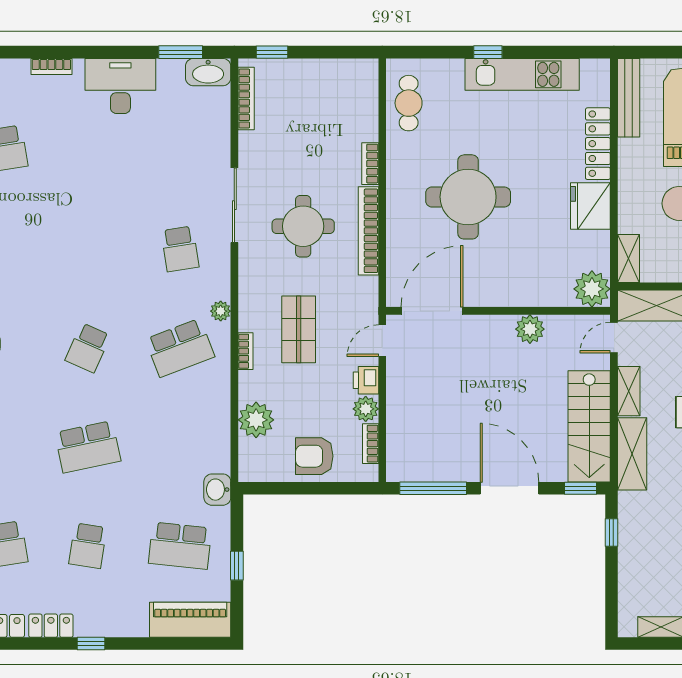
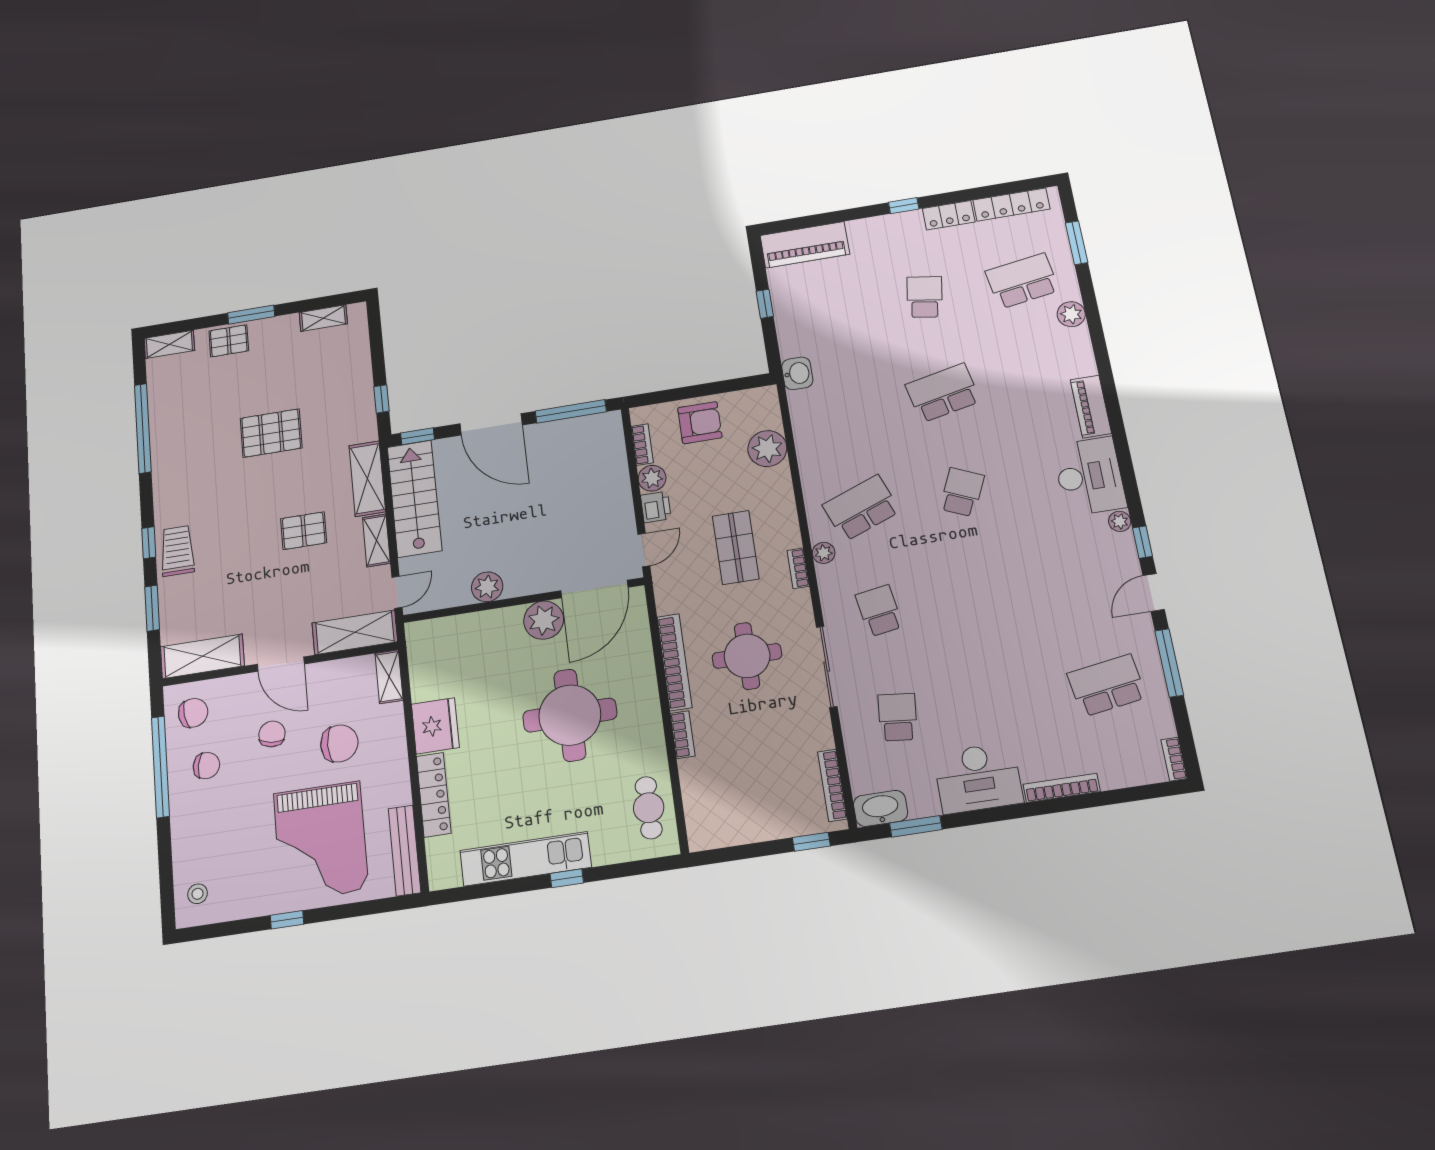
bookcase: (51, 66) -> (1062, 788), width x1.56
plant: (592, 289) -> (544, 620), moved
bookcase: (245, 351) -> (798, 568), moved
school desk: (180, 546) -> (898, 717), moved, width x0.54

